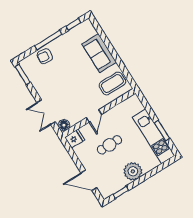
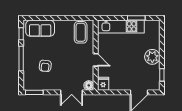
sofa: (99, 53) -> (40, 28), moved
armchair: (45, 56) -> (45, 66), moved
kitchen unit: (154, 136) -> (121, 26), moved
cafe table: (109, 145) -> (123, 62), removed

